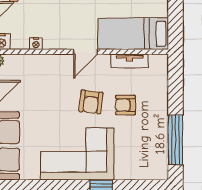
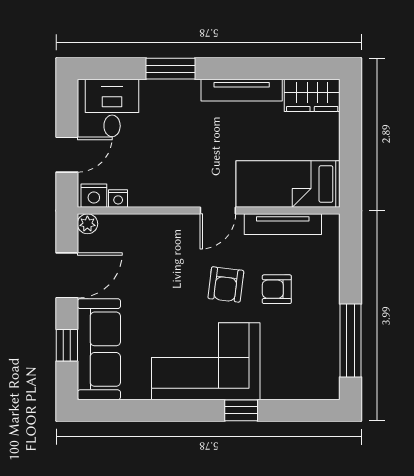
nightstand: (36, 44) -> (118, 199), moved
tv unit: (130, 61) -> (283, 224), width x1.41

